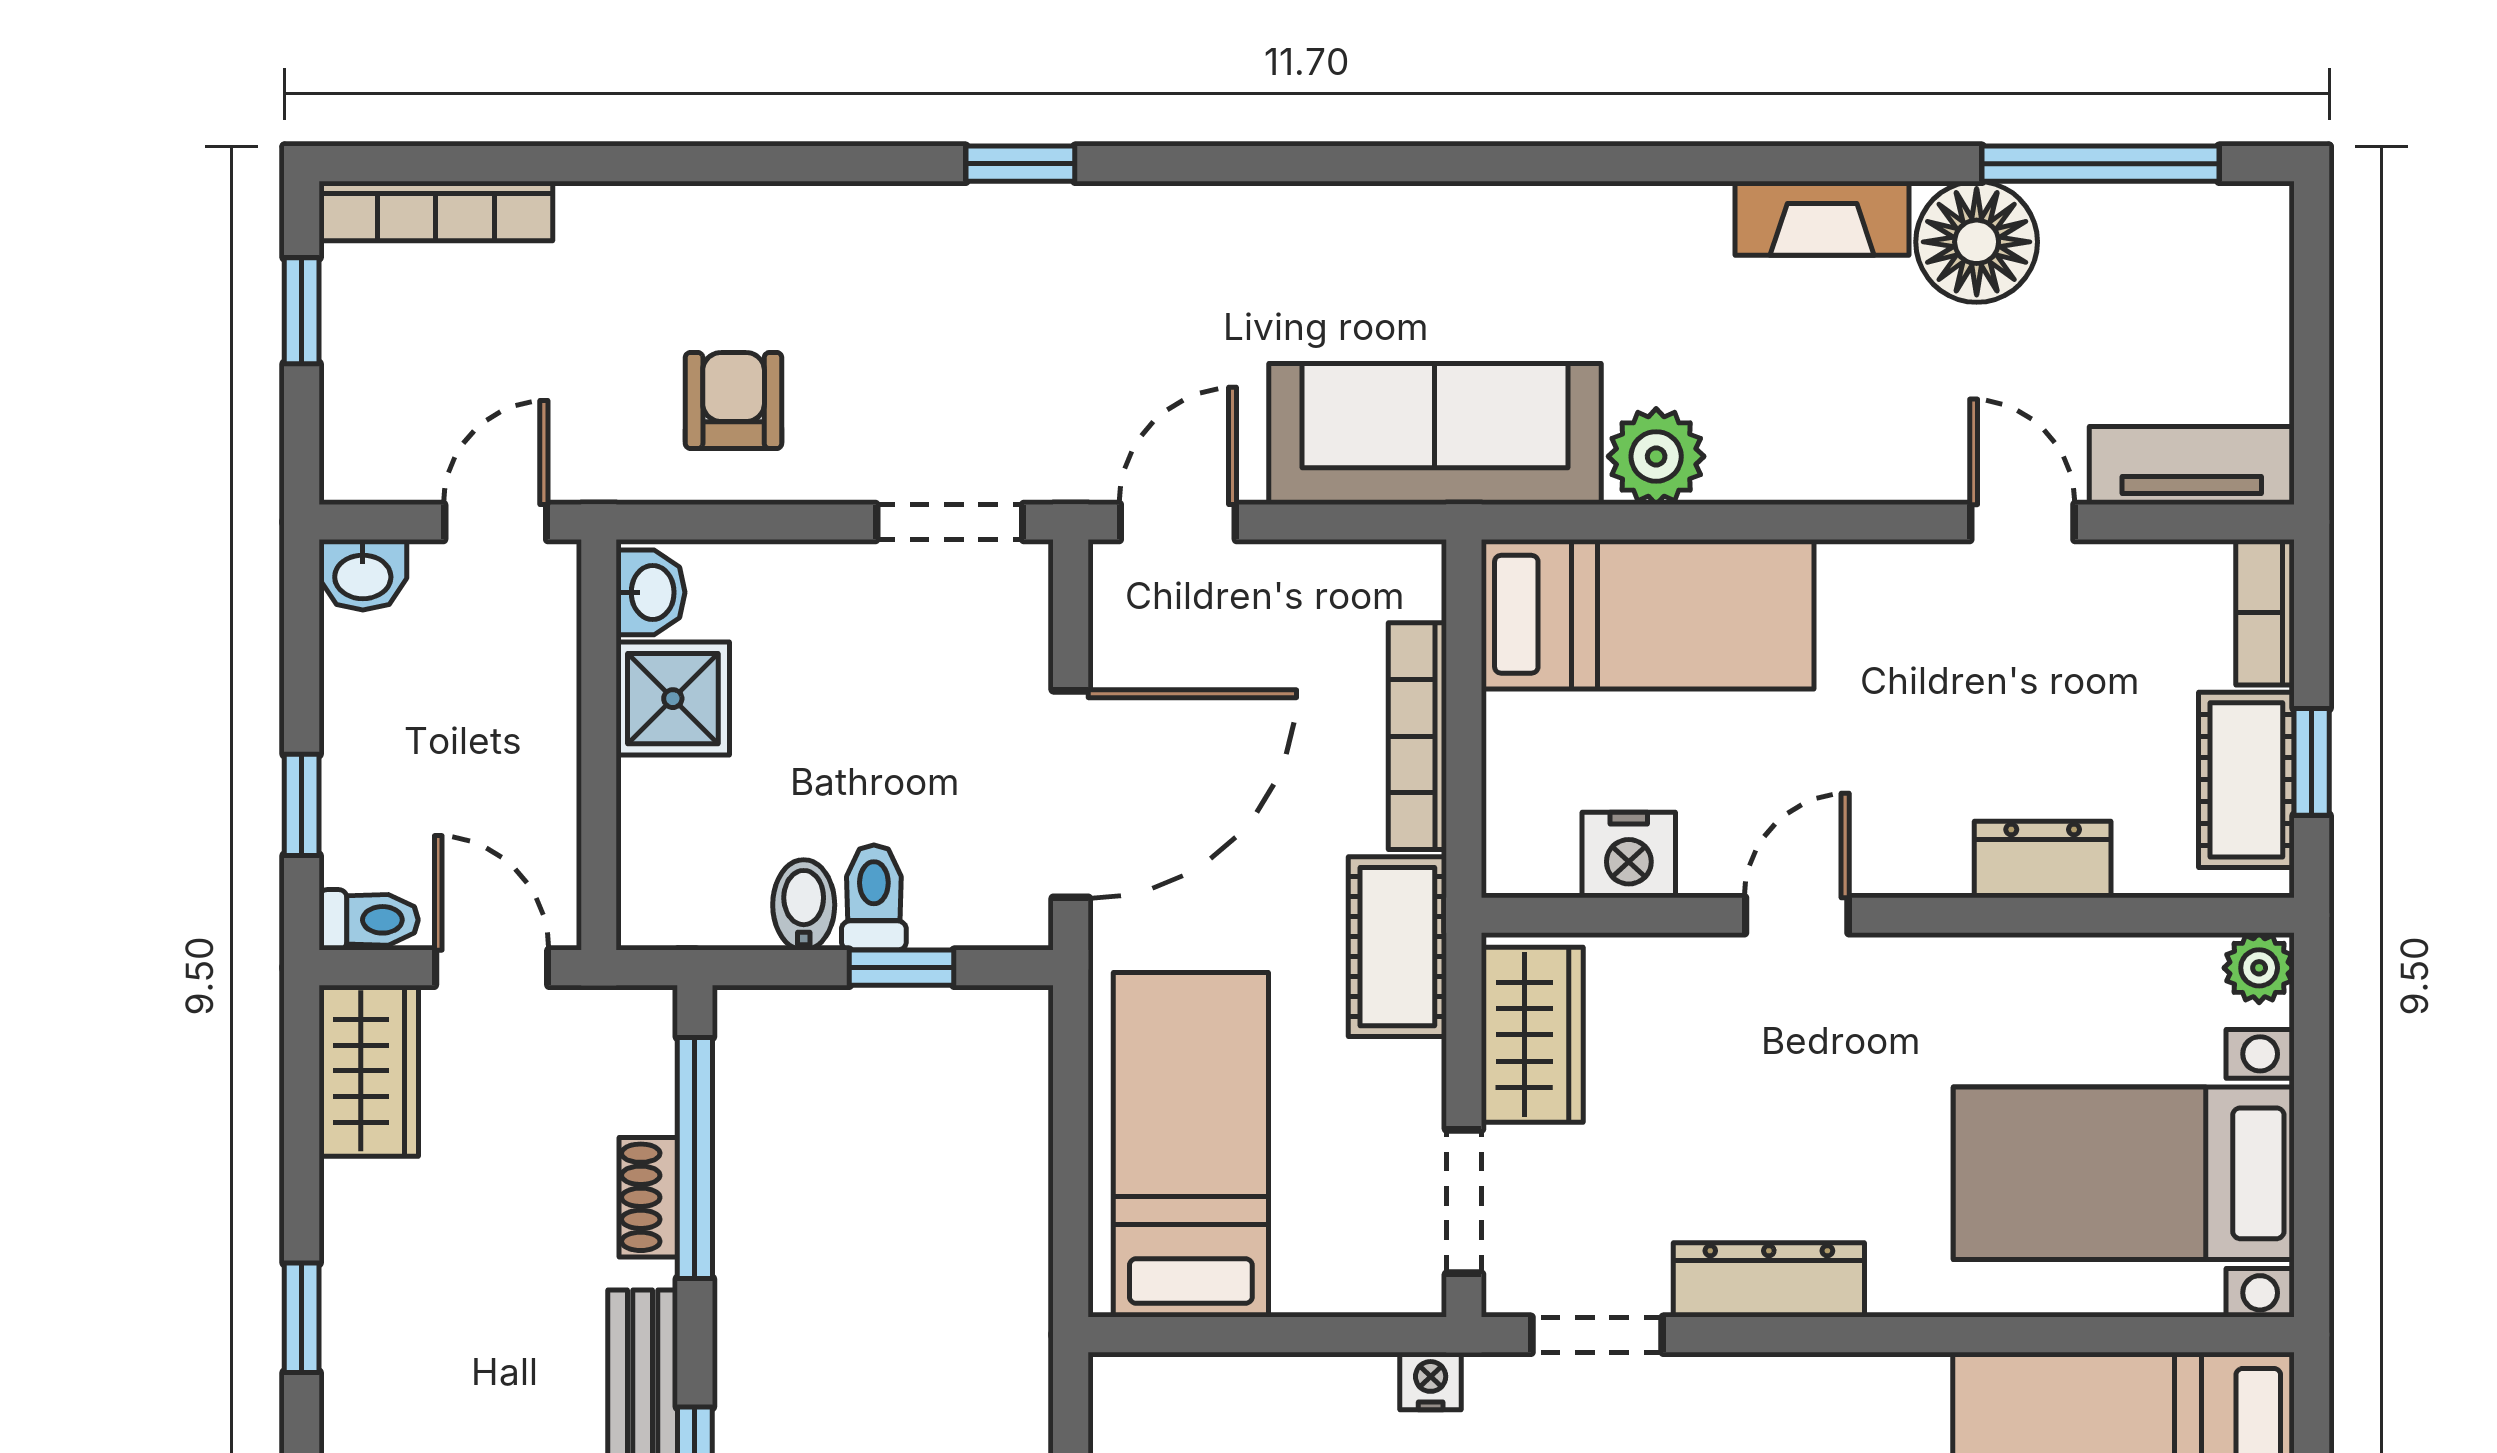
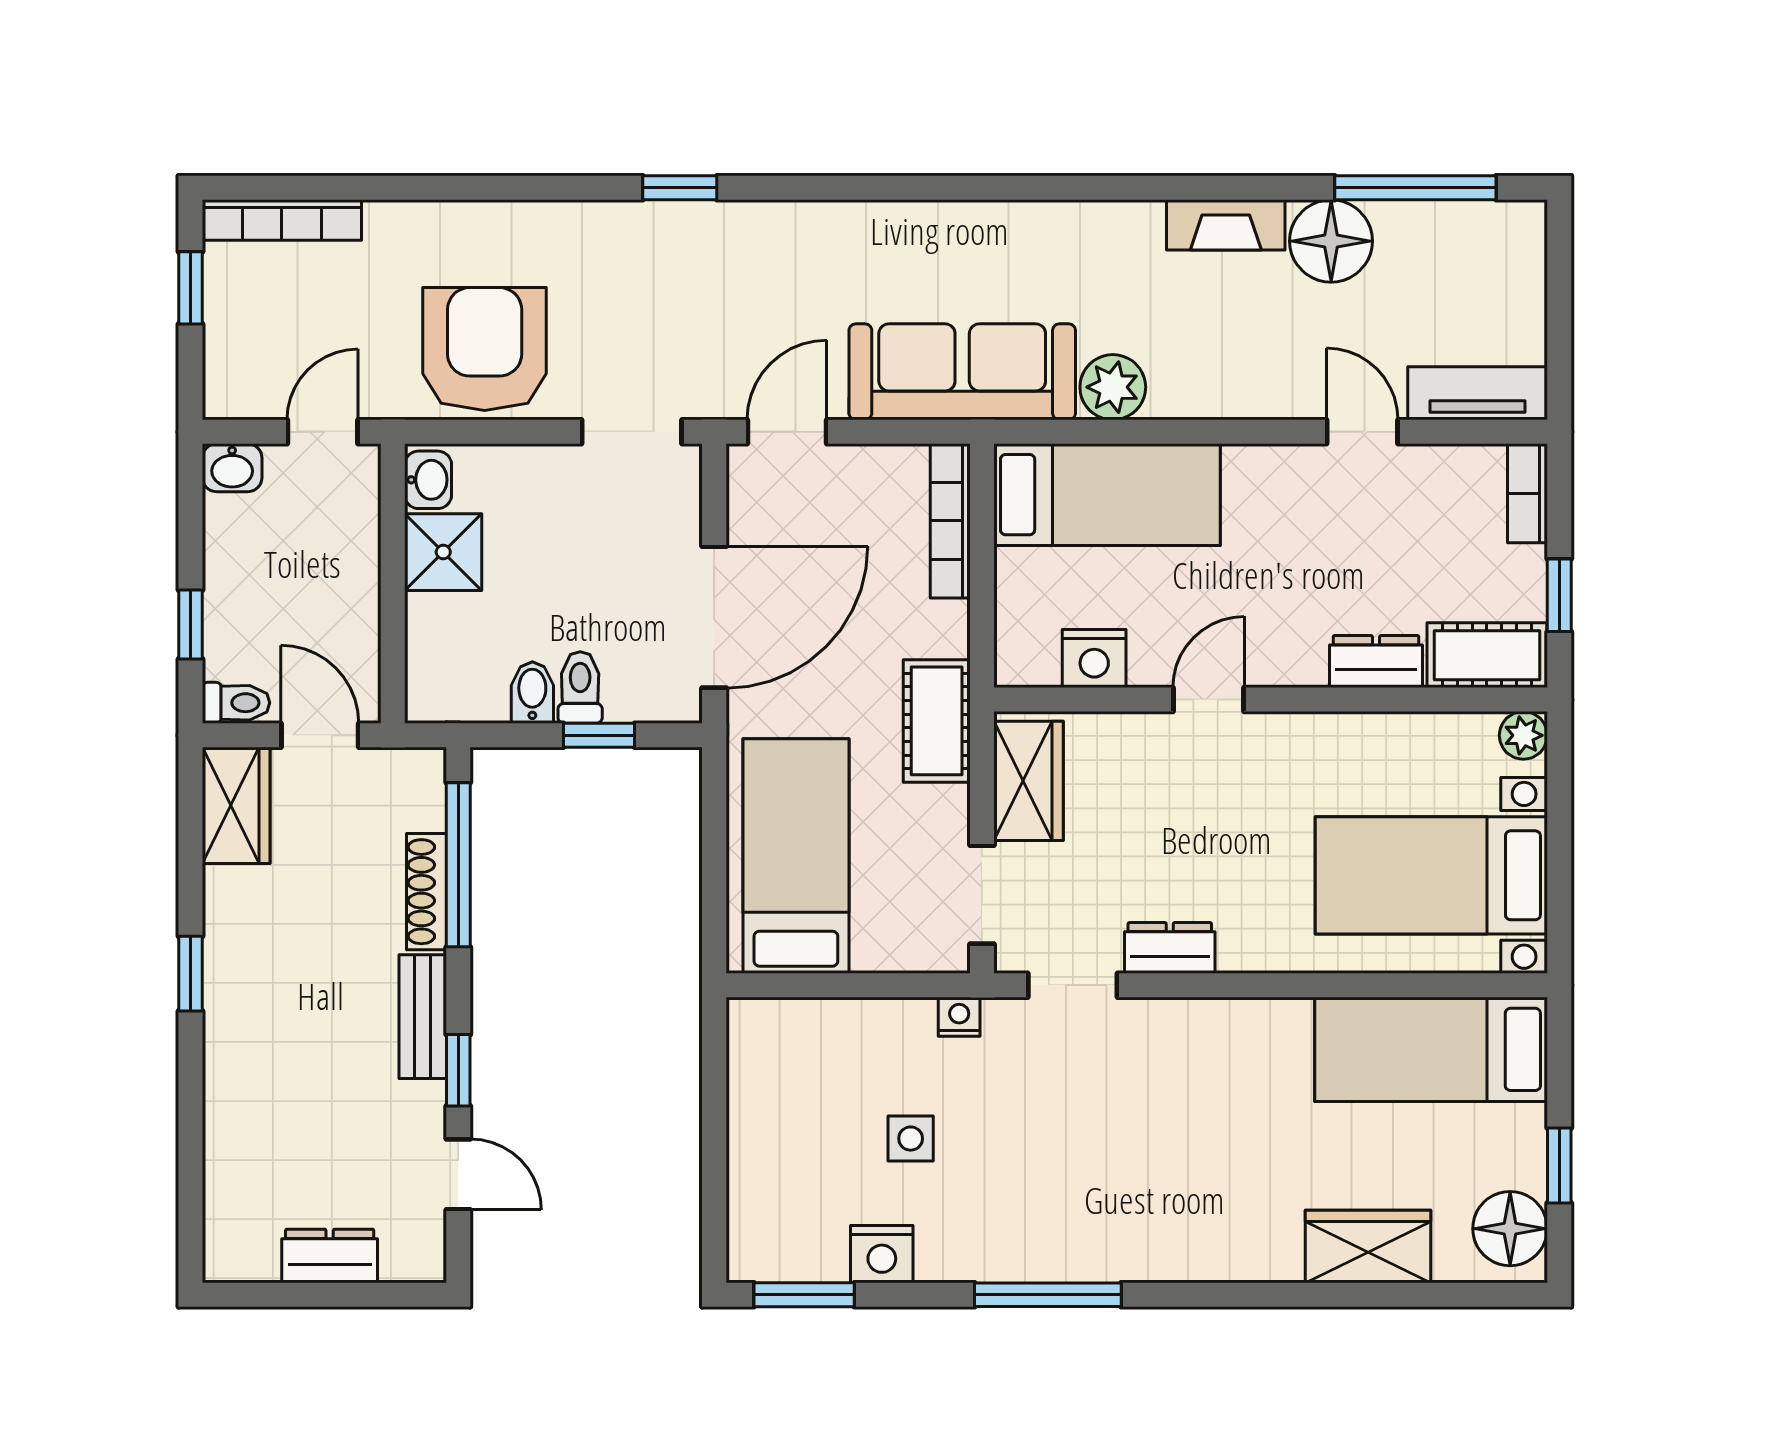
armchair: (734, 400) -> (485, 349), width x1.88, depth x1.88
bookcase: (1417, 736) -> (950, 521), moved
cot: (2246, 780) -> (1487, 655), moved, turned 90
shoe rack: (648, 1197) -> (427, 892), width x1.43
dresser: (1769, 1280) -> (1170, 948), width x0.70

